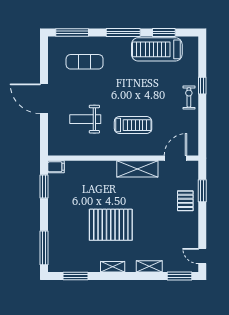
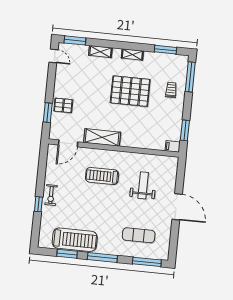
weight bench: (85, 119) -> (143, 185), turned -90
pallet: (185, 201) -> (63, 105), turned 90
trolley: (64, 231) -> (171, 90), added

